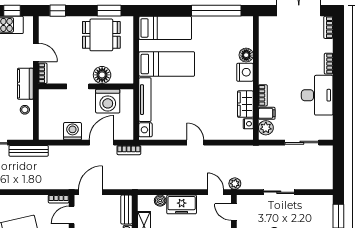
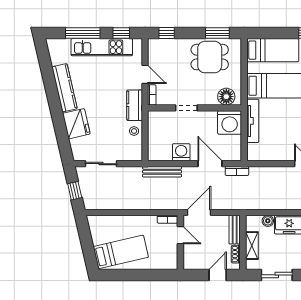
floor lamp: (102, 75) -> (226, 97), moved
washing machine: (108, 101) -> (230, 122), moved
nightstand: (146, 130) -> (253, 151), removed
door: (102, 143) -> (210, 164), hinge flipped
bench: (29, 151) -> (162, 172), moved
door: (72, 215) -> (180, 235), swing flipped

